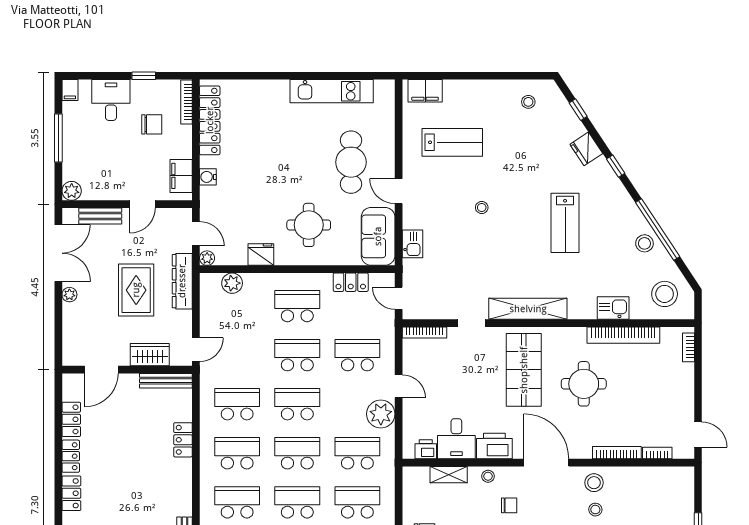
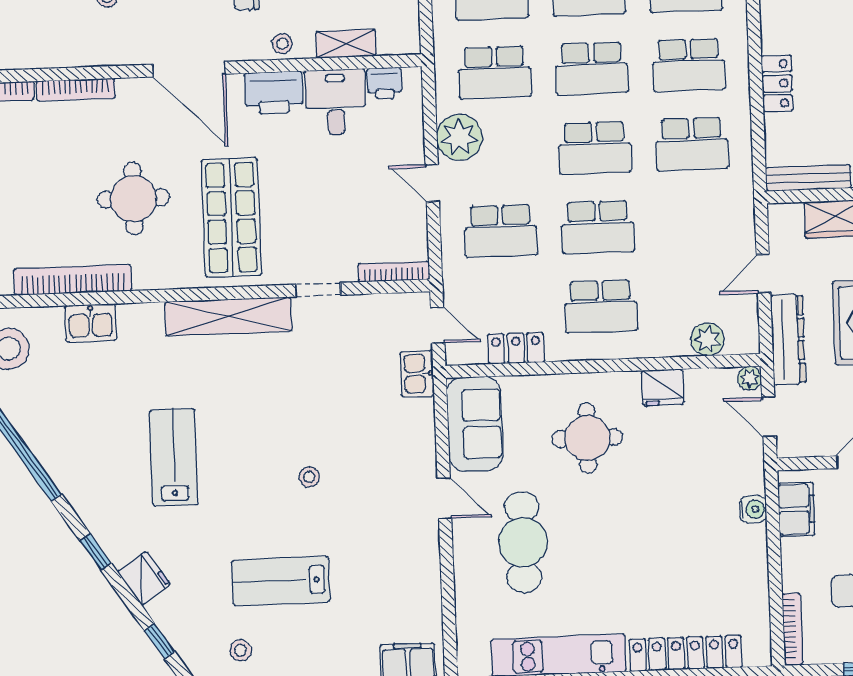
locker: (210, 120) -> (686, 653), moved, turned 90
lab bench: (452, 142) -> (281, 581), moved
stool: (644, 243) -> (44, 429), removed
kitchen sink: (413, 244) -> (417, 374), moved
door: (196, 350) -> (763, 274), moved
stool: (594, 483) -> (111, 40), removed

